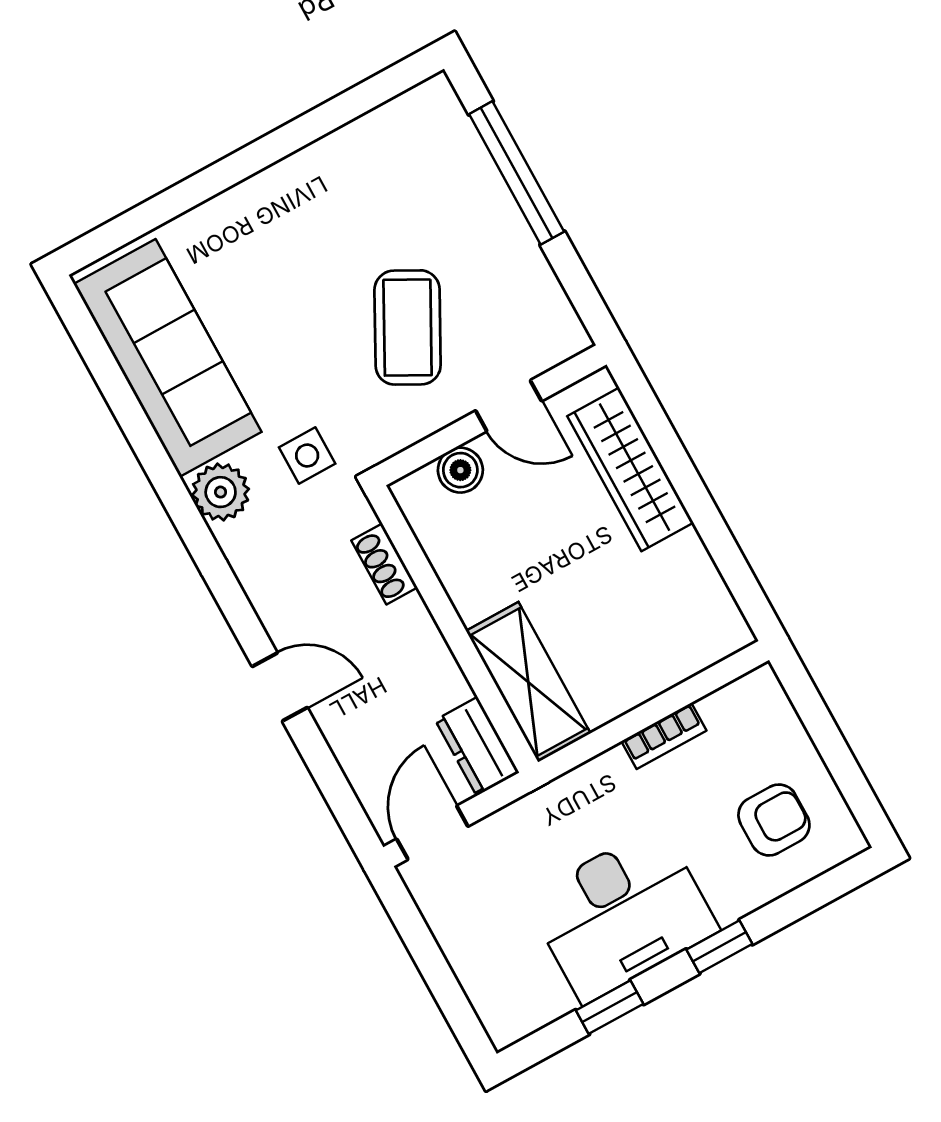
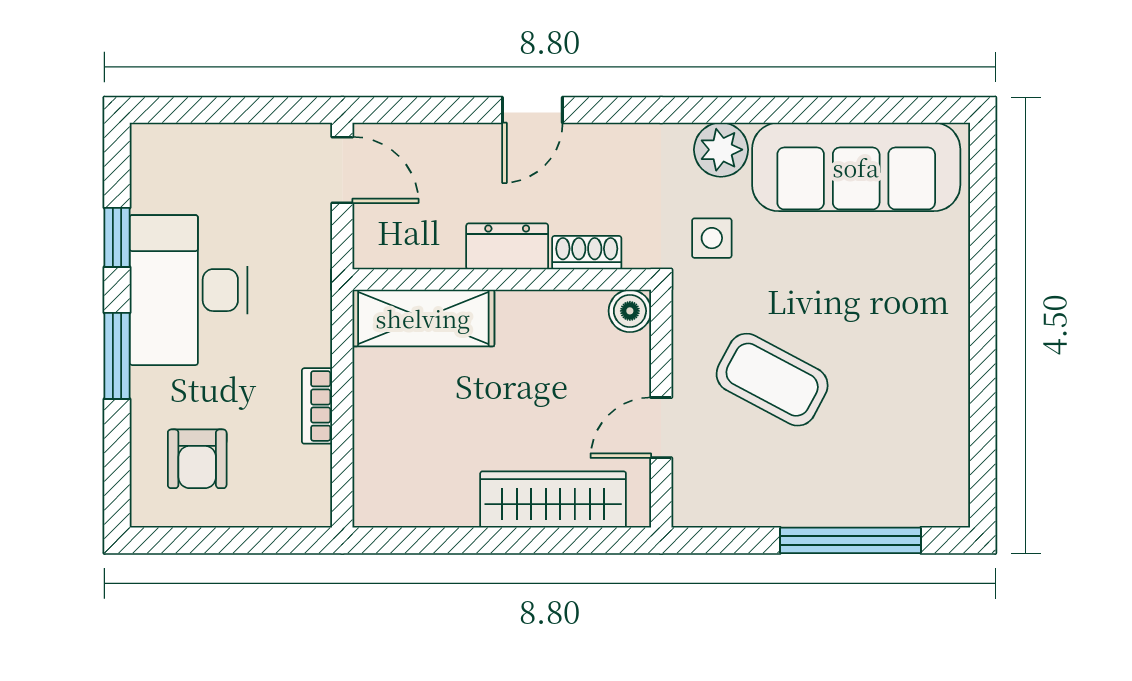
boiler: (460, 470) -> (630, 311), moved
dresser: (477, 746) -> (507, 246), moved
window: (719, 947) -> (117, 356), width x1.50

